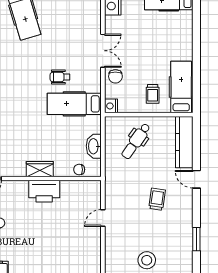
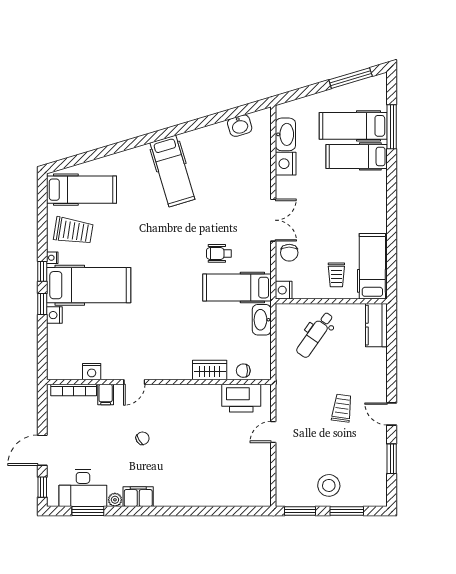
kitchen counter: (184, 142) -> (376, 325), width x0.67
washbasin: (94, 146) -> (262, 320), moved
wardrobe: (40, 169) -> (210, 370), moved
door: (196, 179) -> (392, 414), moved
printer: (44, 191) -> (241, 398), moved

